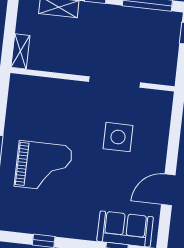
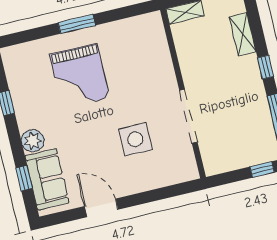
plant: (86, 229) -> (33, 141), added

